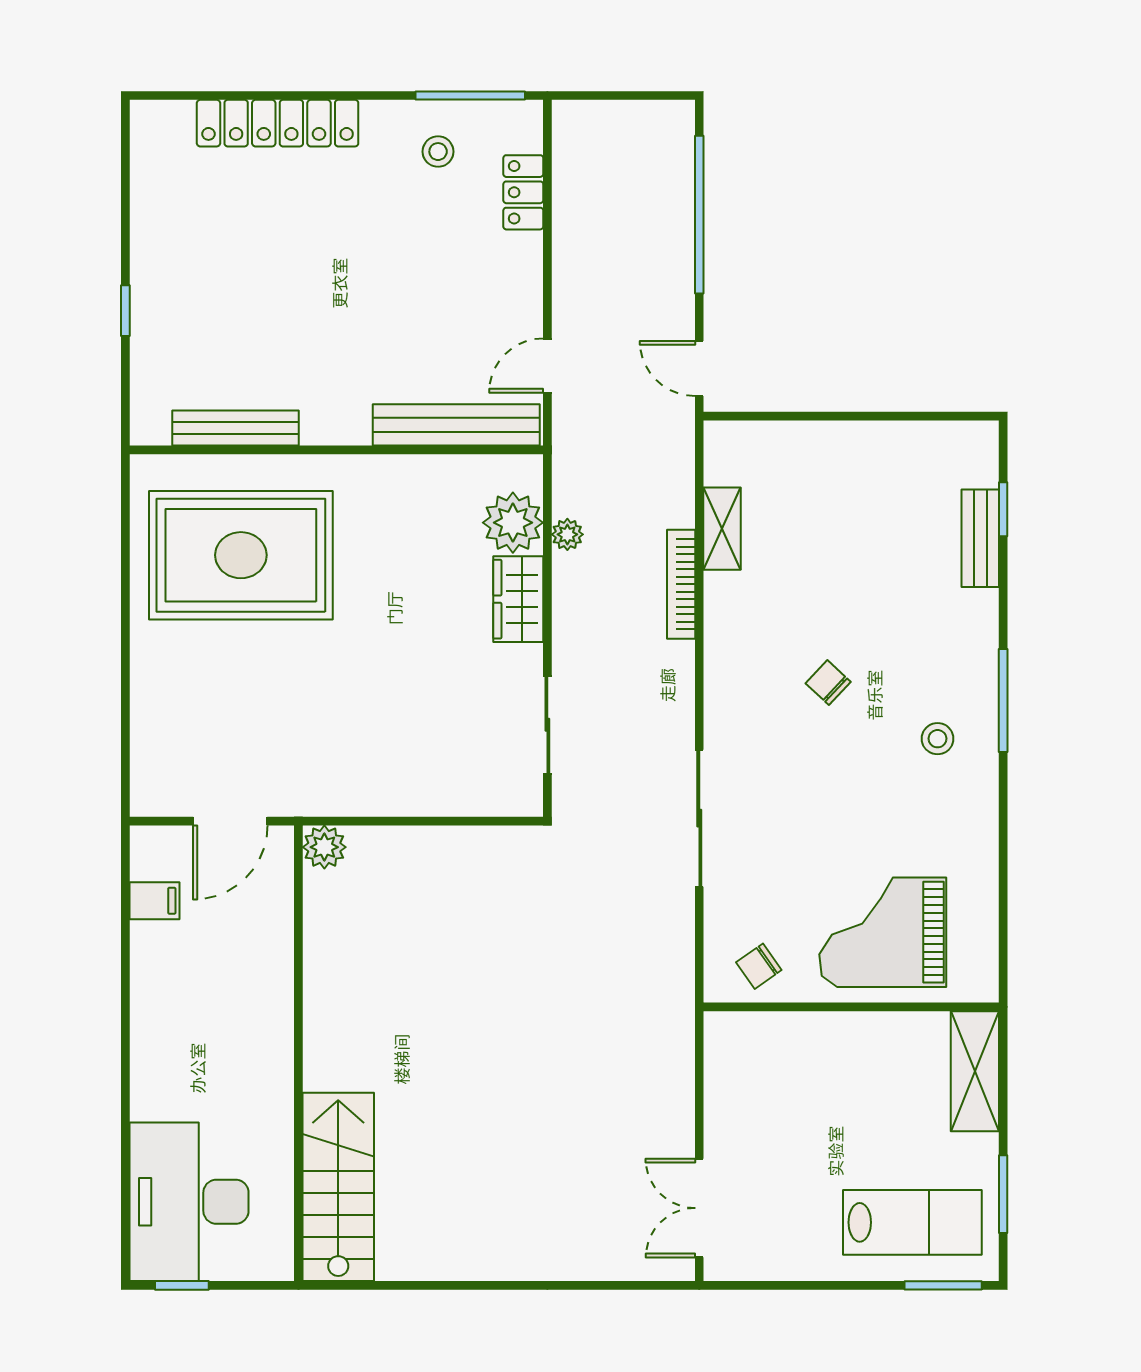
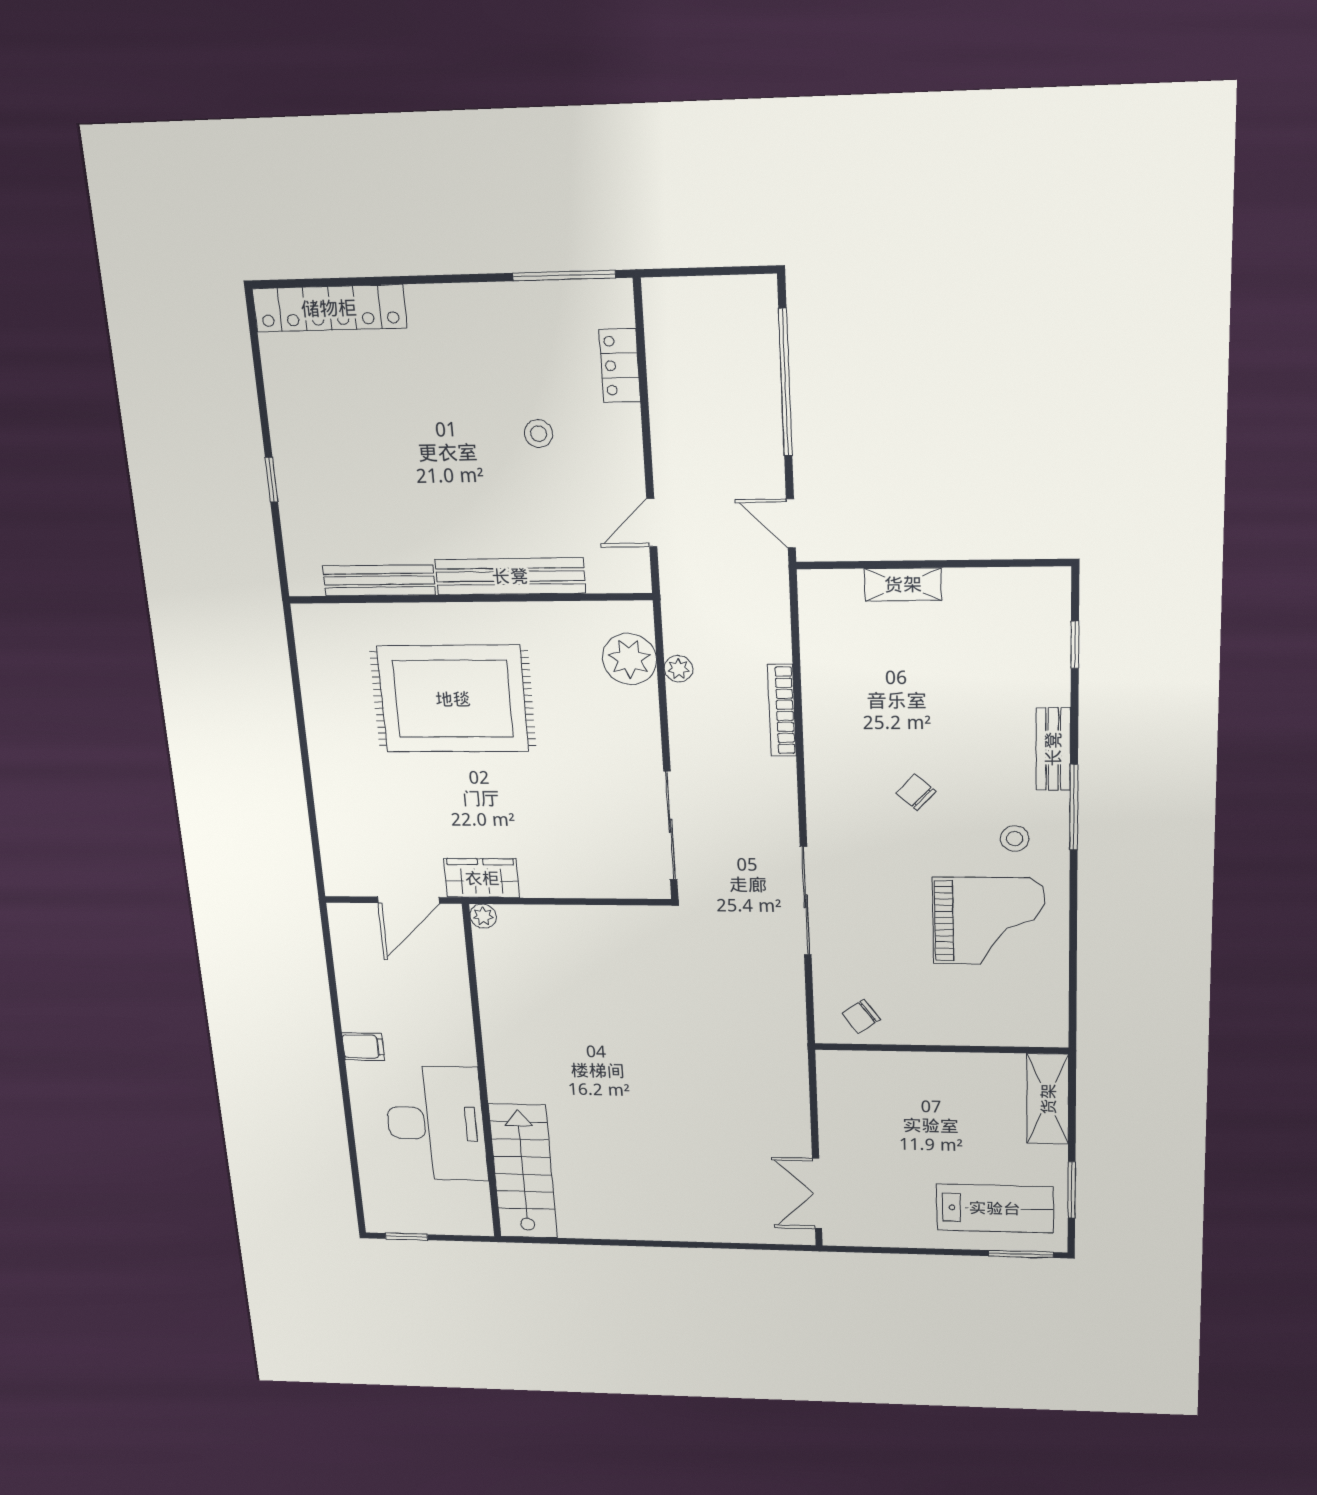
locker: (278, 123) -> (329, 308), moved
stool: (438, 152) -> (539, 434), moved
bench: (456, 425) -> (510, 576), moved
shelving: (722, 529) -> (903, 584), moved, turned 90
bench: (980, 538) -> (1053, 749), moved
rug: (241, 555) -> (453, 699), moved
wardrobe: (518, 599) -> (482, 878), moved, turned 90
sliding door: (547, 725) -> (670, 826), width x1.37
plant: (324, 847) -> (483, 916), width x0.73, depth x0.73
filing cabinet: (154, 901) -> (363, 1047), moved
grand piano: (883, 932) -> (989, 921), moved, turned 180
desk: (189, 1202) -> (436, 1123), moved, turned 180

